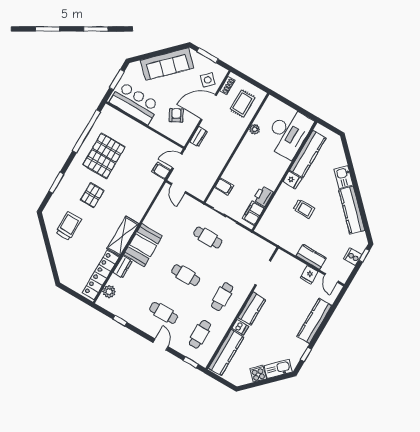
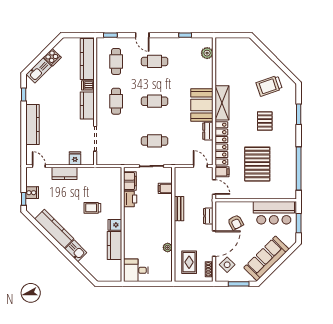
desk: (288, 133) -> (136, 270), width x0.53, depth x0.77
kitchen counter: (308, 154) -> (114, 245), width x0.67
pallet: (104, 156) -> (257, 164), moved
bench: (222, 160) -> (179, 209), added
door: (177, 161) -> (214, 187), hinge flipped
trolley: (68, 226) -> (269, 86), turned 71
dresser: (123, 267) -> (208, 131), moved
locker: (101, 275) -> (221, 143), moved
fridge: (309, 275) -> (75, 158), moved

